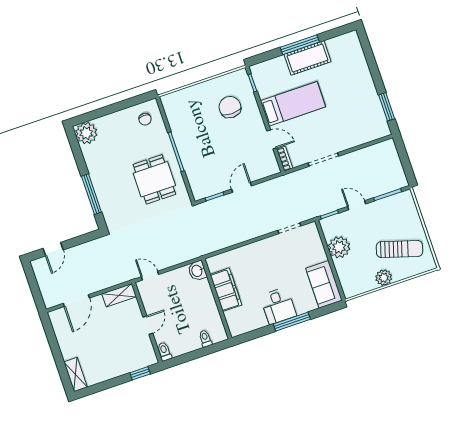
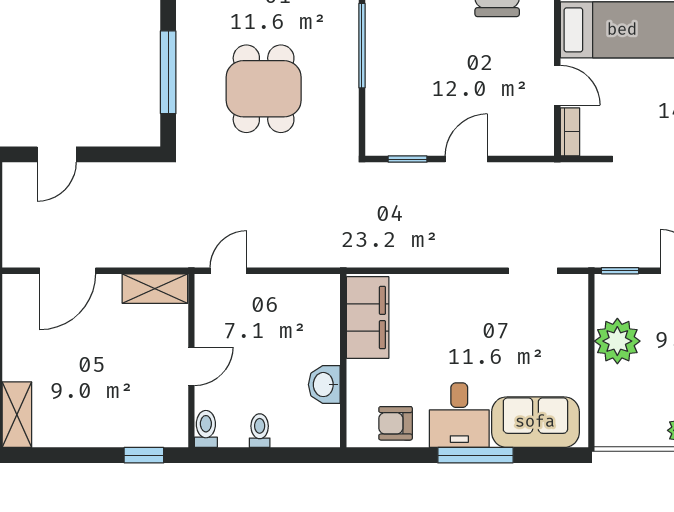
dining table: (154, 179) -> (264, 89), moved
washbasin: (197, 271) -> (324, 385), moved
door: (150, 276) -> (229, 271), hinge flipped
sofa: (324, 284) -> (535, 422), moved, turned 90
filing cabinet: (226, 290) -> (368, 318), moved
armchair: (250, 319) -> (396, 423), added
toilet: (205, 338) -> (260, 431), moved

